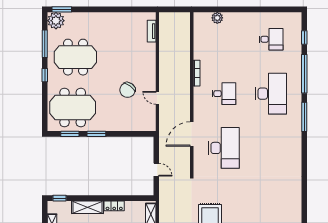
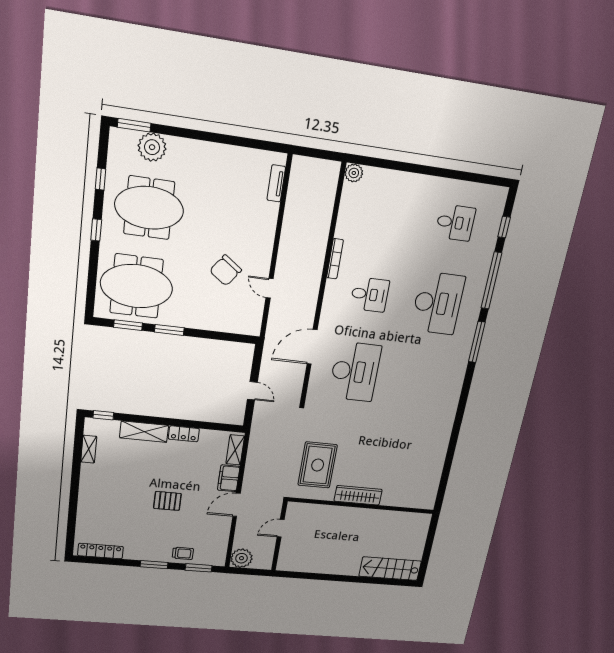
plant: (217, 18) -> (354, 173), moved
plant: (56, 21) -> (152, 147), moved
window: (45, 44) -> (101, 179), width x0.46

